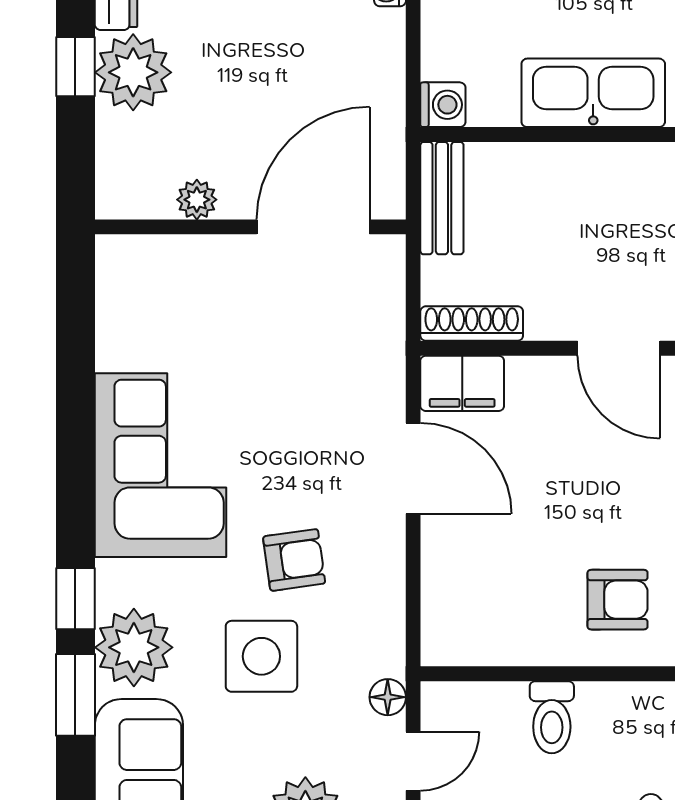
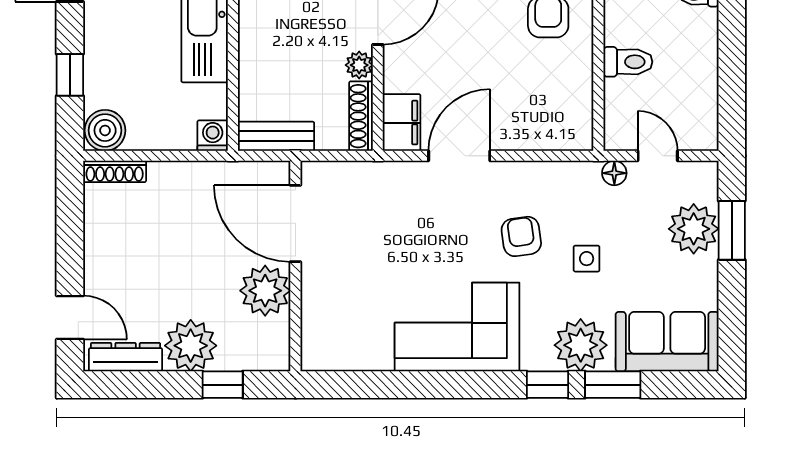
window: (75, 67) -> (223, 385), moved
plant: (197, 200) -> (265, 291), width x1.88, depth x1.88
plant: (547, 321) -> (359, 65), added
side table: (261, 656) -> (587, 259), width x0.54, depth x0.54

